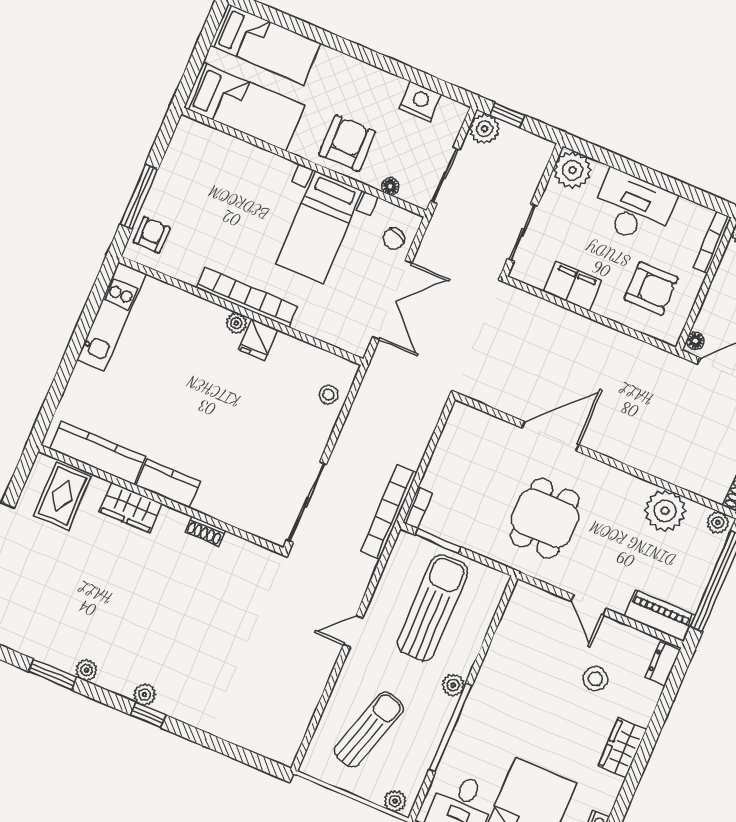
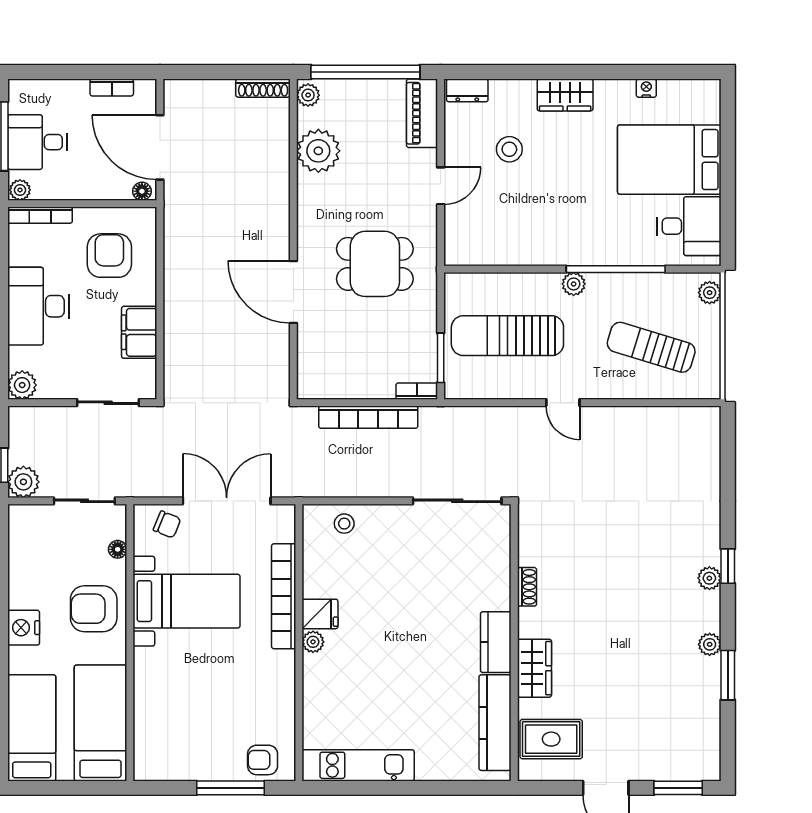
nightstand: (420, 102) -> (24, 628), moved
plant: (573, 170) -> (22, 385), width x0.73, depth x0.73
bookcase: (247, 297) -> (284, 596), moved
bookcase: (389, 512) -> (368, 417), moved

